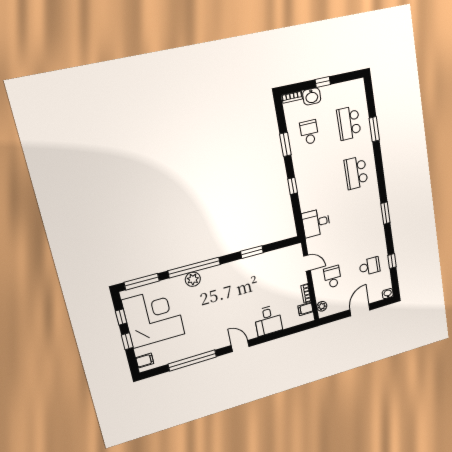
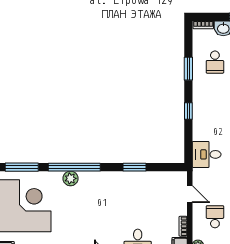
school desk: (309, 132) -> (215, 62), turned 180

